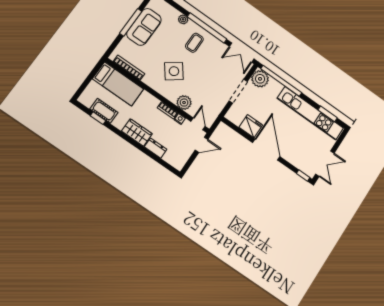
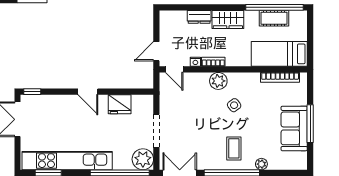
side table: (174, 71) -> (234, 105), width x0.54, depth x0.54
plant: (184, 103) -> (218, 81), moved
window: (98, 118) -> (275, 7), width x3.17
door: (266, 150) -> (88, 92), width x0.53

